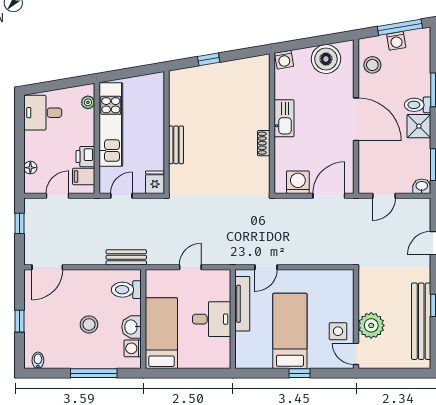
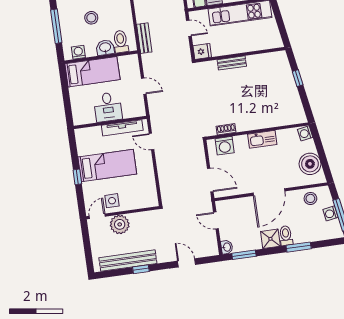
shoe rack: (264, 143) -> (226, 129), moved
washing machine: (298, 182) -> (225, 146), moved, turned 90
washbasin: (132, 327) -> (105, 48), moved

